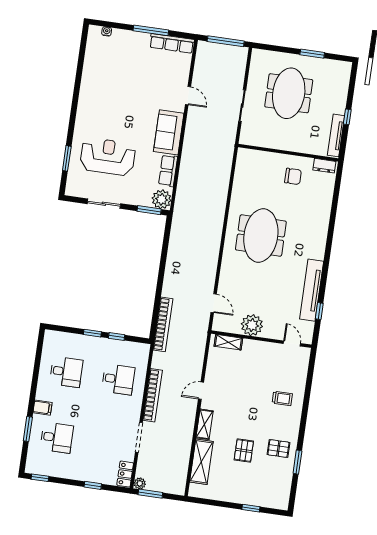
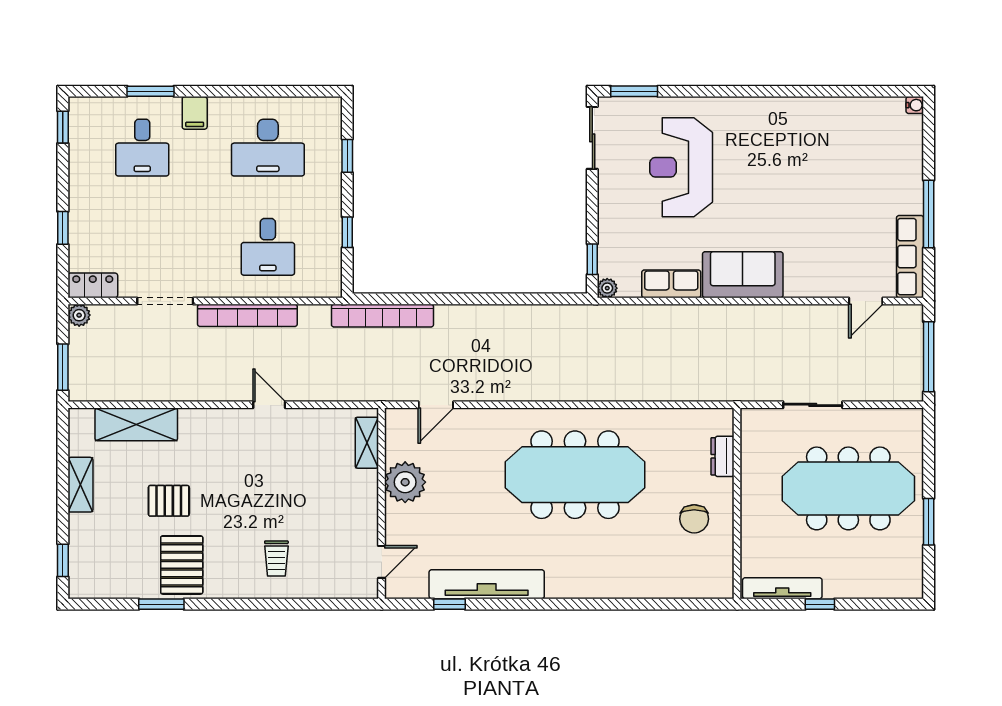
water cooler: (107, 31) -> (915, 105), moved
meeting table: (289, 93) -> (848, 488), width x1.36
door: (188, 96) -> (866, 301), moved
reception desk: (108, 157) -> (681, 167), turned 180
window: (67, 158) -> (634, 91), moved
dresser: (324, 166) -> (723, 456), moved
plant: (162, 199) -> (607, 288), width x0.53, depth x0.53
sliding door: (104, 204) -> (592, 138), moved
window: (149, 210) -> (592, 259), width x0.67
meeting table: (261, 236) -> (575, 475), width x1.36
window: (92, 333) -> (347, 156), moved
desk: (66, 372) -> (268, 148), width x1.37
shelving: (205, 424) -> (80, 485), moved, turned 90
pallet: (278, 449) -> (182, 565), width x1.50, depth x1.42
window: (150, 494) -> (63, 367), moved
window: (251, 508) -> (63, 560), moved

